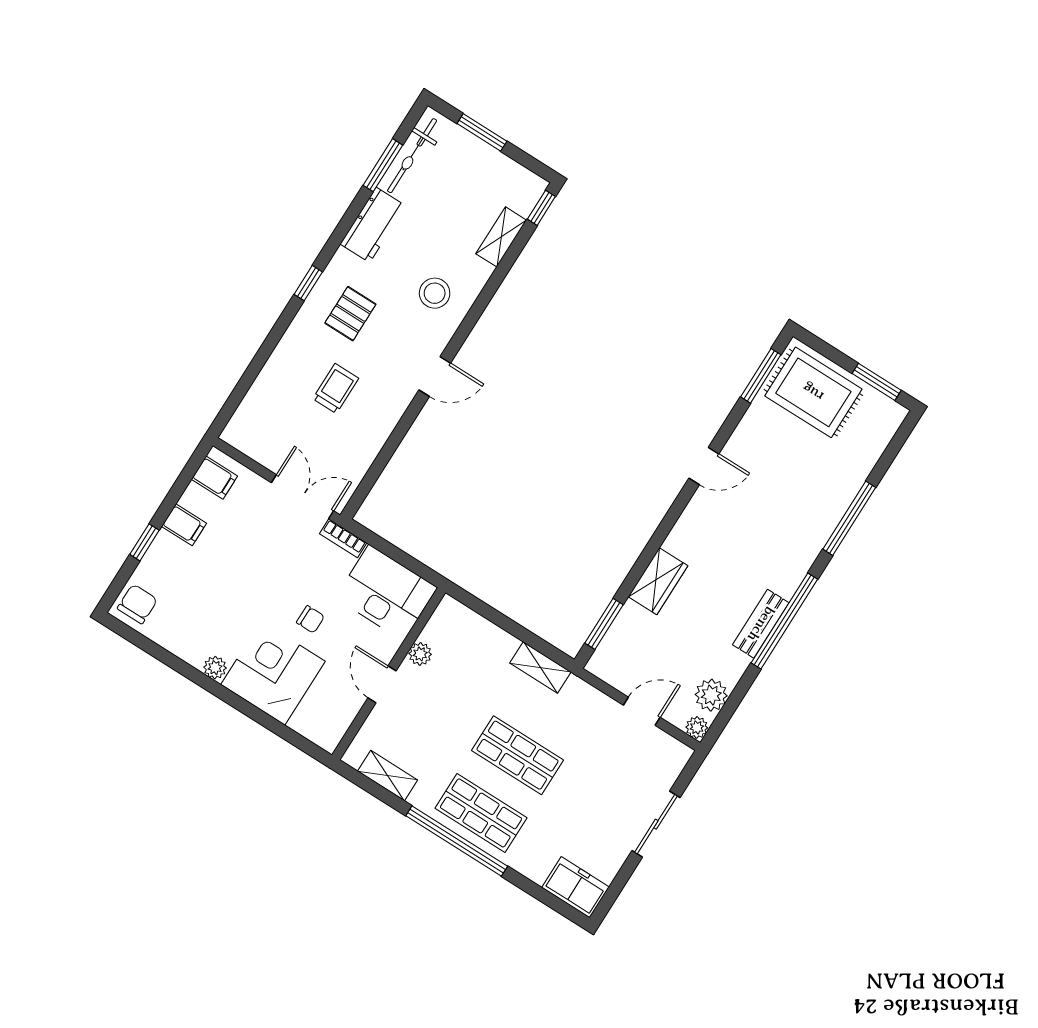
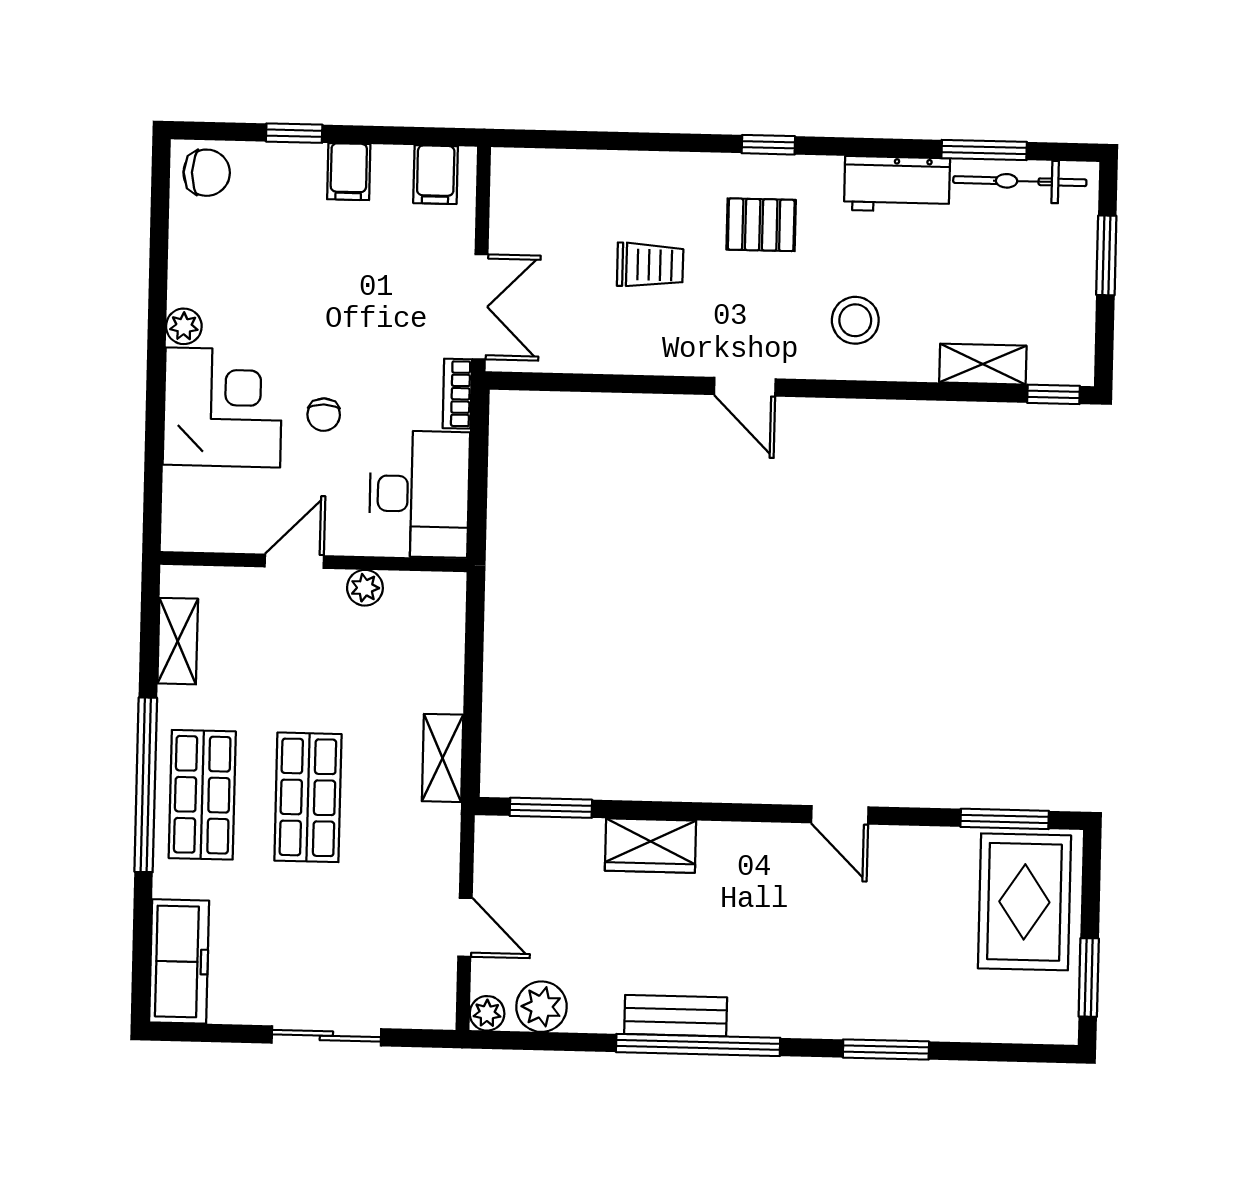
window: (849, 518) -> (886, 1050), width x0.69
freezer: (575, 887) -> (179, 961), width x1.40

